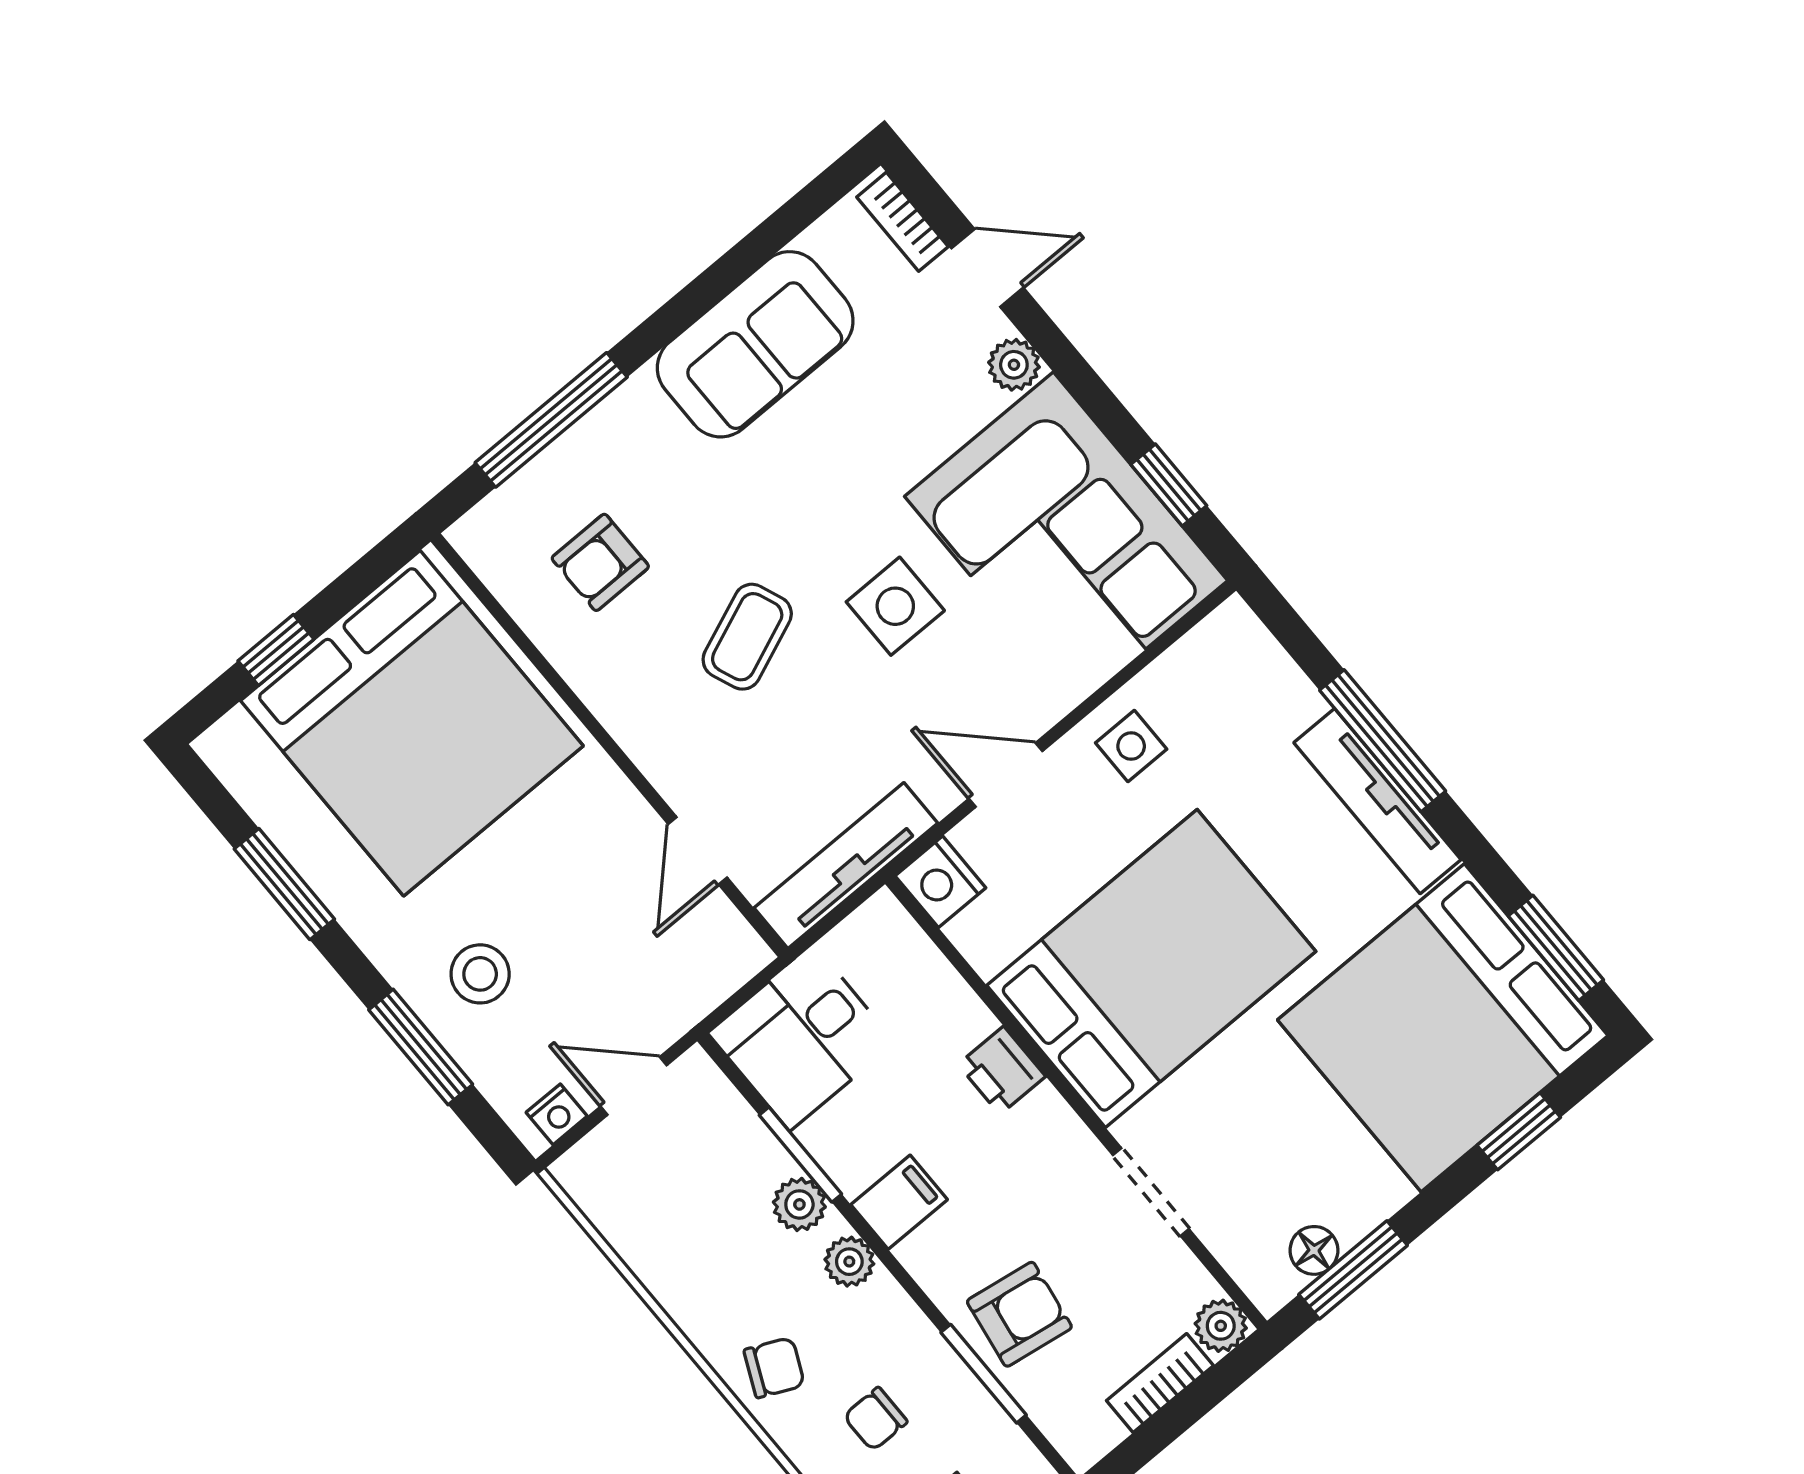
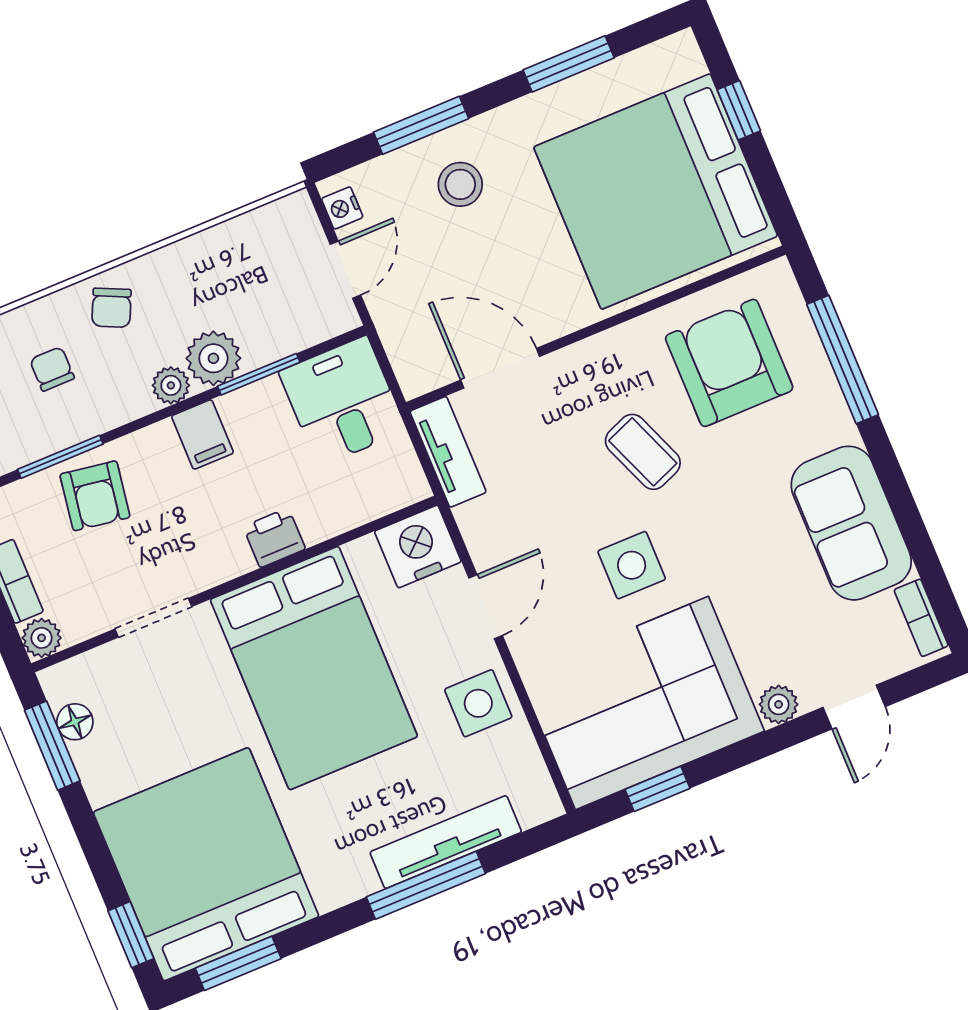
bookcase: (903, 222) -> (921, 618), moved, turned -90
armchair: (600, 562) -> (729, 363), width x1.88, depth x1.88
side table: (1131, 746) -> (478, 703), width x1.37, depth x1.37
tv unit: (1377, 801) -> (446, 842), moved
door: (698, 851) -> (500, 368), width x1.38
tv unit: (846, 866) -> (448, 452), width x0.71
nightstand: (940, 882) -> (418, 546), width x1.36, depth x1.33
window: (1519, 1131) -> (131, 935), moved
plant: (799, 1204) -> (213, 358), width x1.38, depth x1.38

